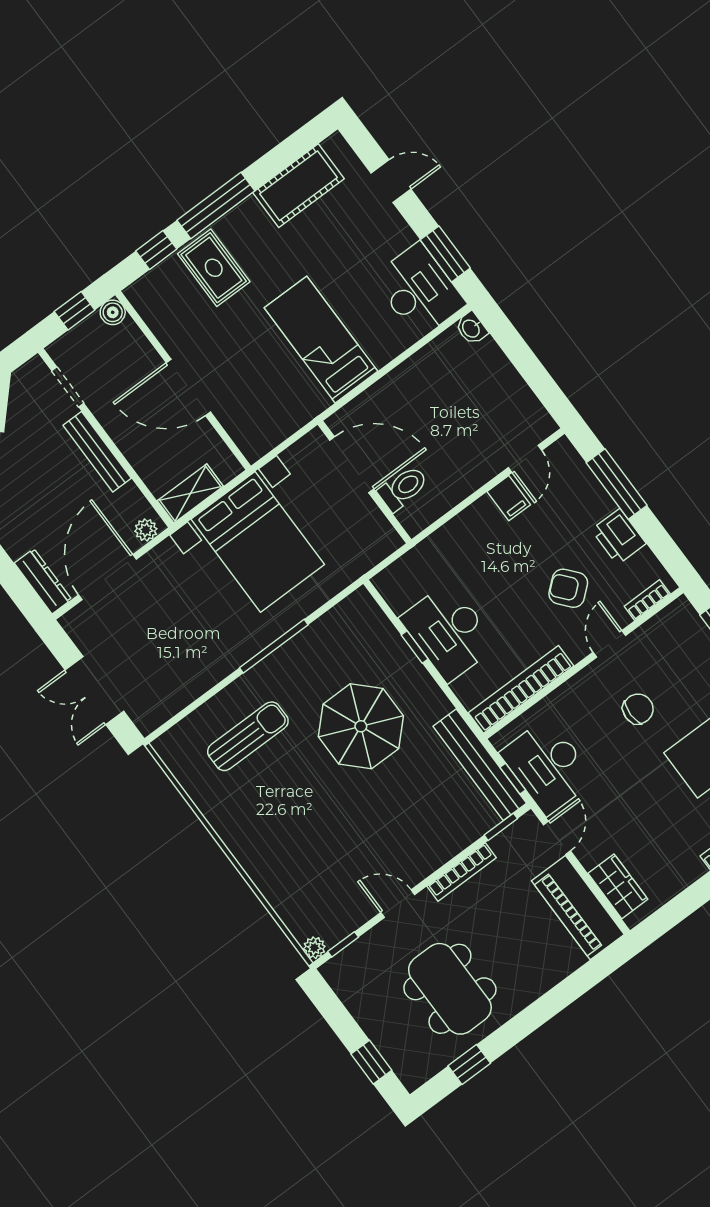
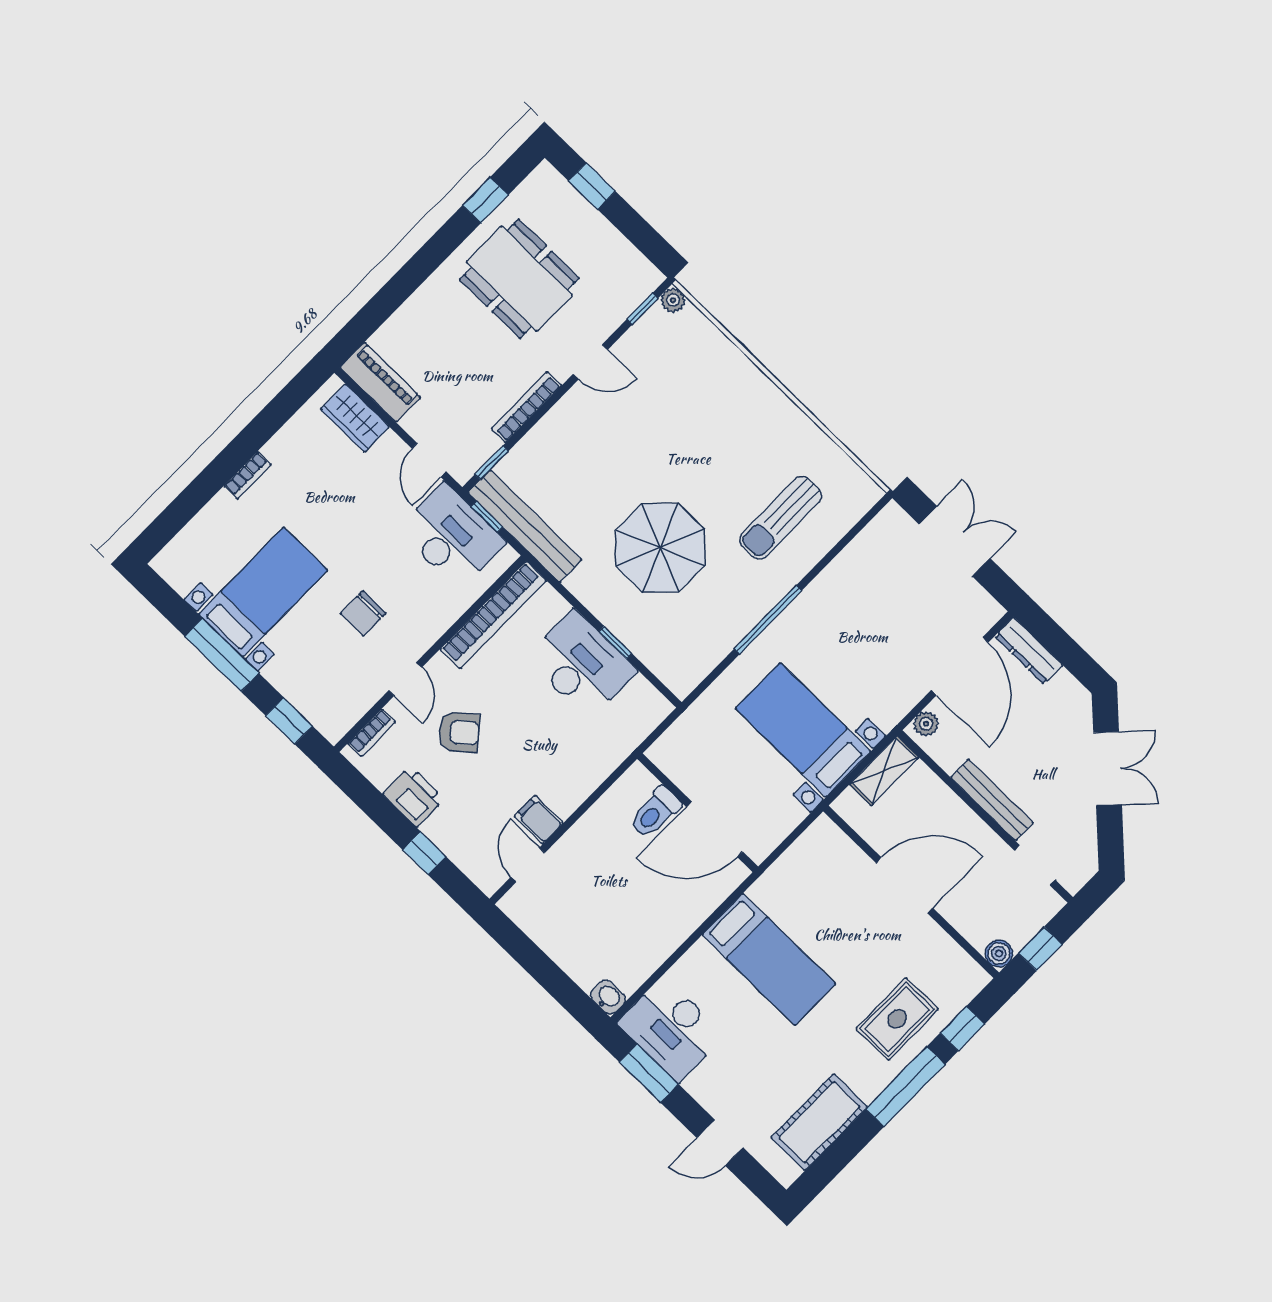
rug: (214, 268) -> (897, 1019), turned 90
window: (617, 484) -> (424, 853), width x0.46
bed with nightstands: (258, 542) -> (803, 730), width x0.73
piano: (578, 908) -> (380, 382), width x0.73, depth x0.75

